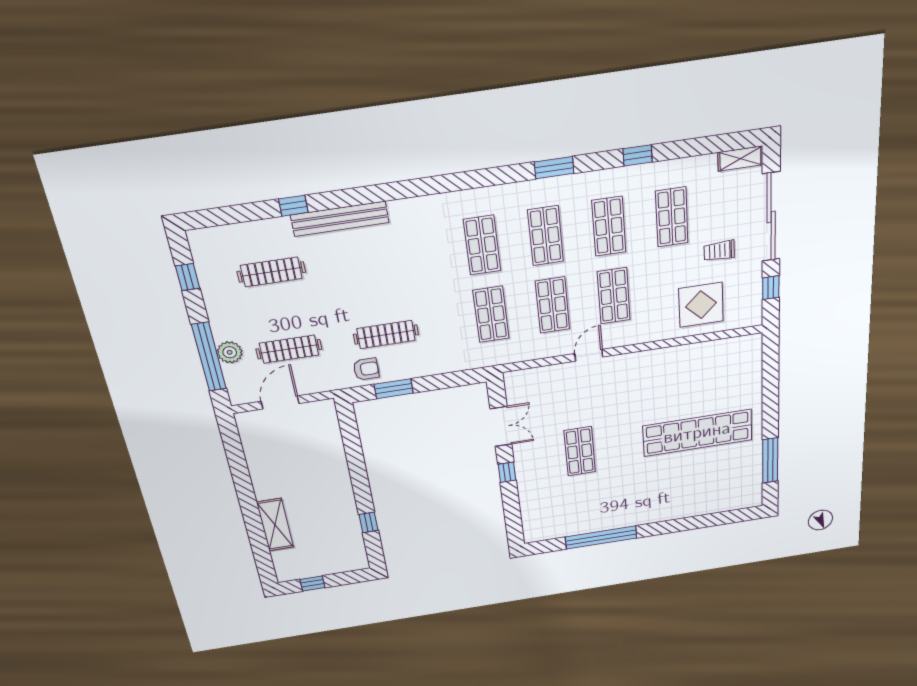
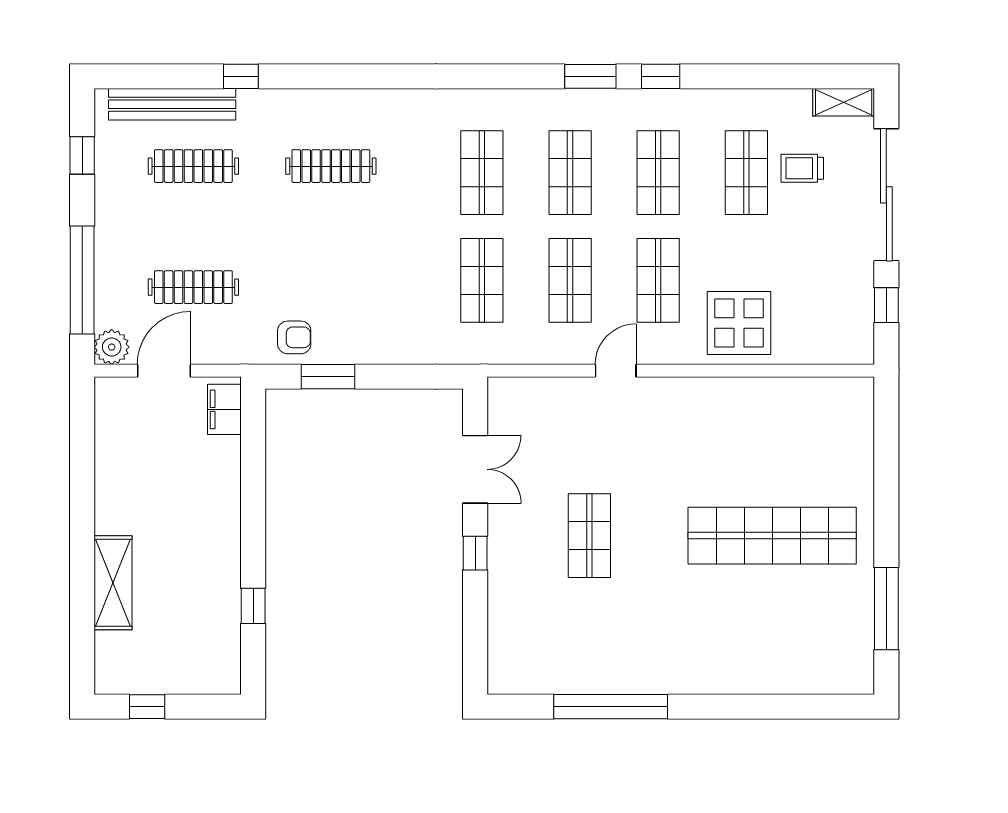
window: (638, 155) -> (661, 76), moved
bench: (340, 219) -> (172, 104), moved
trolley: (719, 251) -> (802, 168), moved
display table: (701, 305) -> (739, 323), moved
clothes rail: (386, 335) -> (331, 166), moved
plant: (230, 352) -> (112, 347), moved
filing cabinet: (327, 419) -> (224, 409), added

